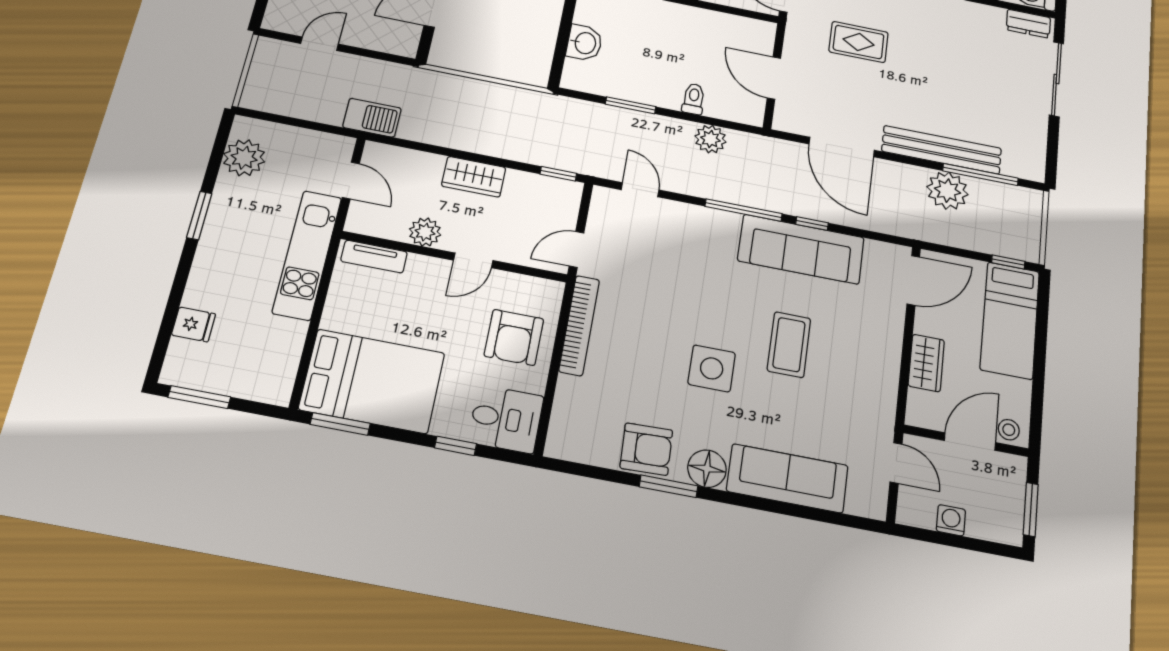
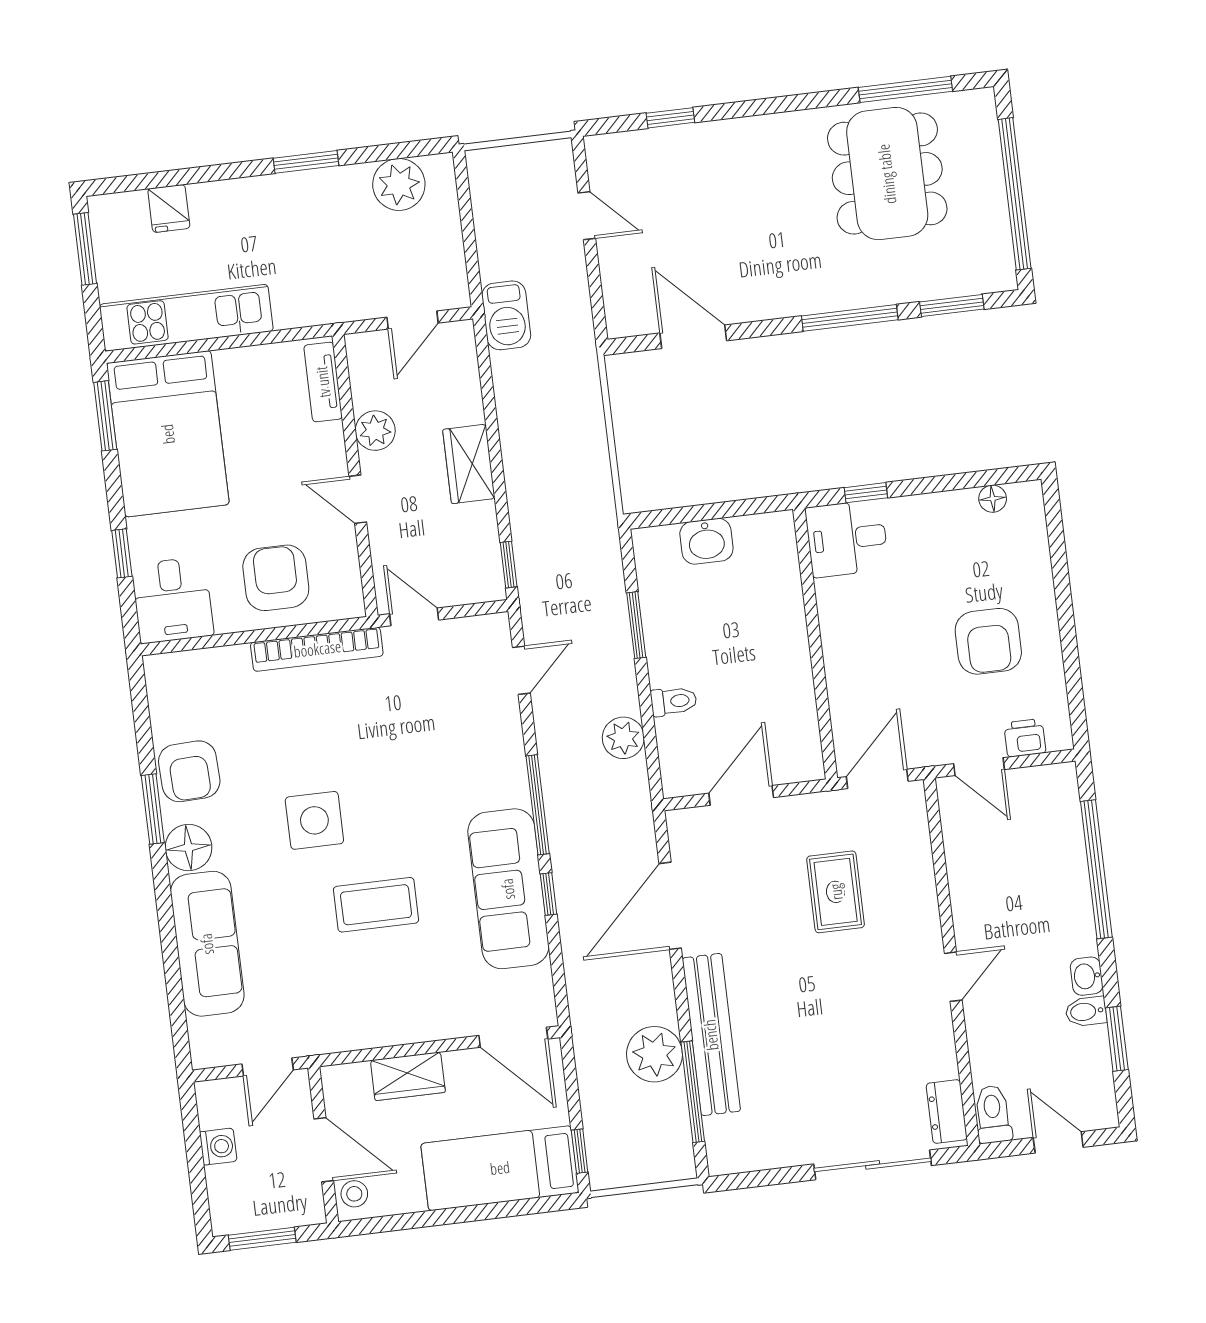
kitchen unit: (307, 255) -> (186, 318), moved
armchair: (514, 337) -> (276, 578), turned 90

